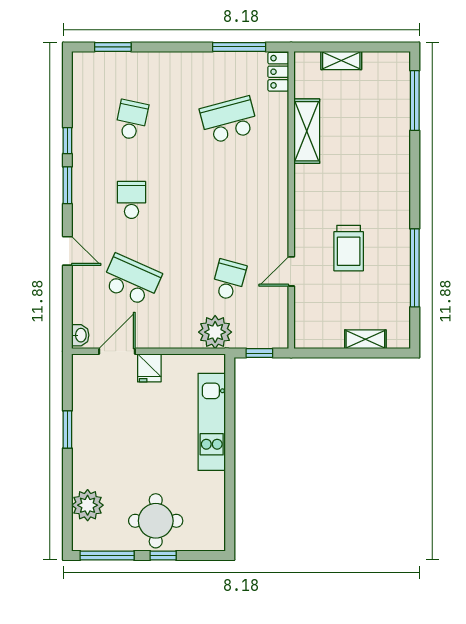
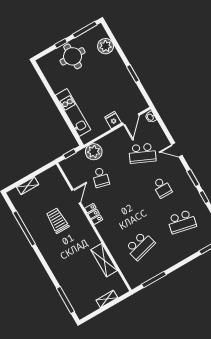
locker: (278, 72) -> (94, 214), moved
school desk: (131, 120) -> (182, 222), width x1.85

